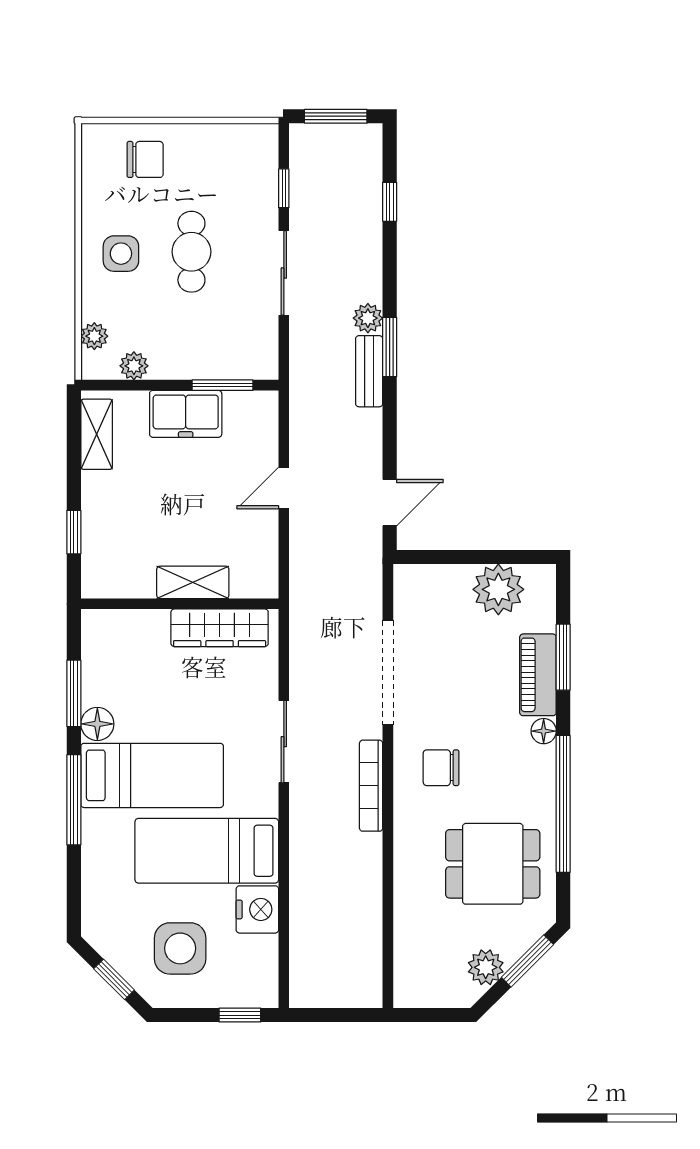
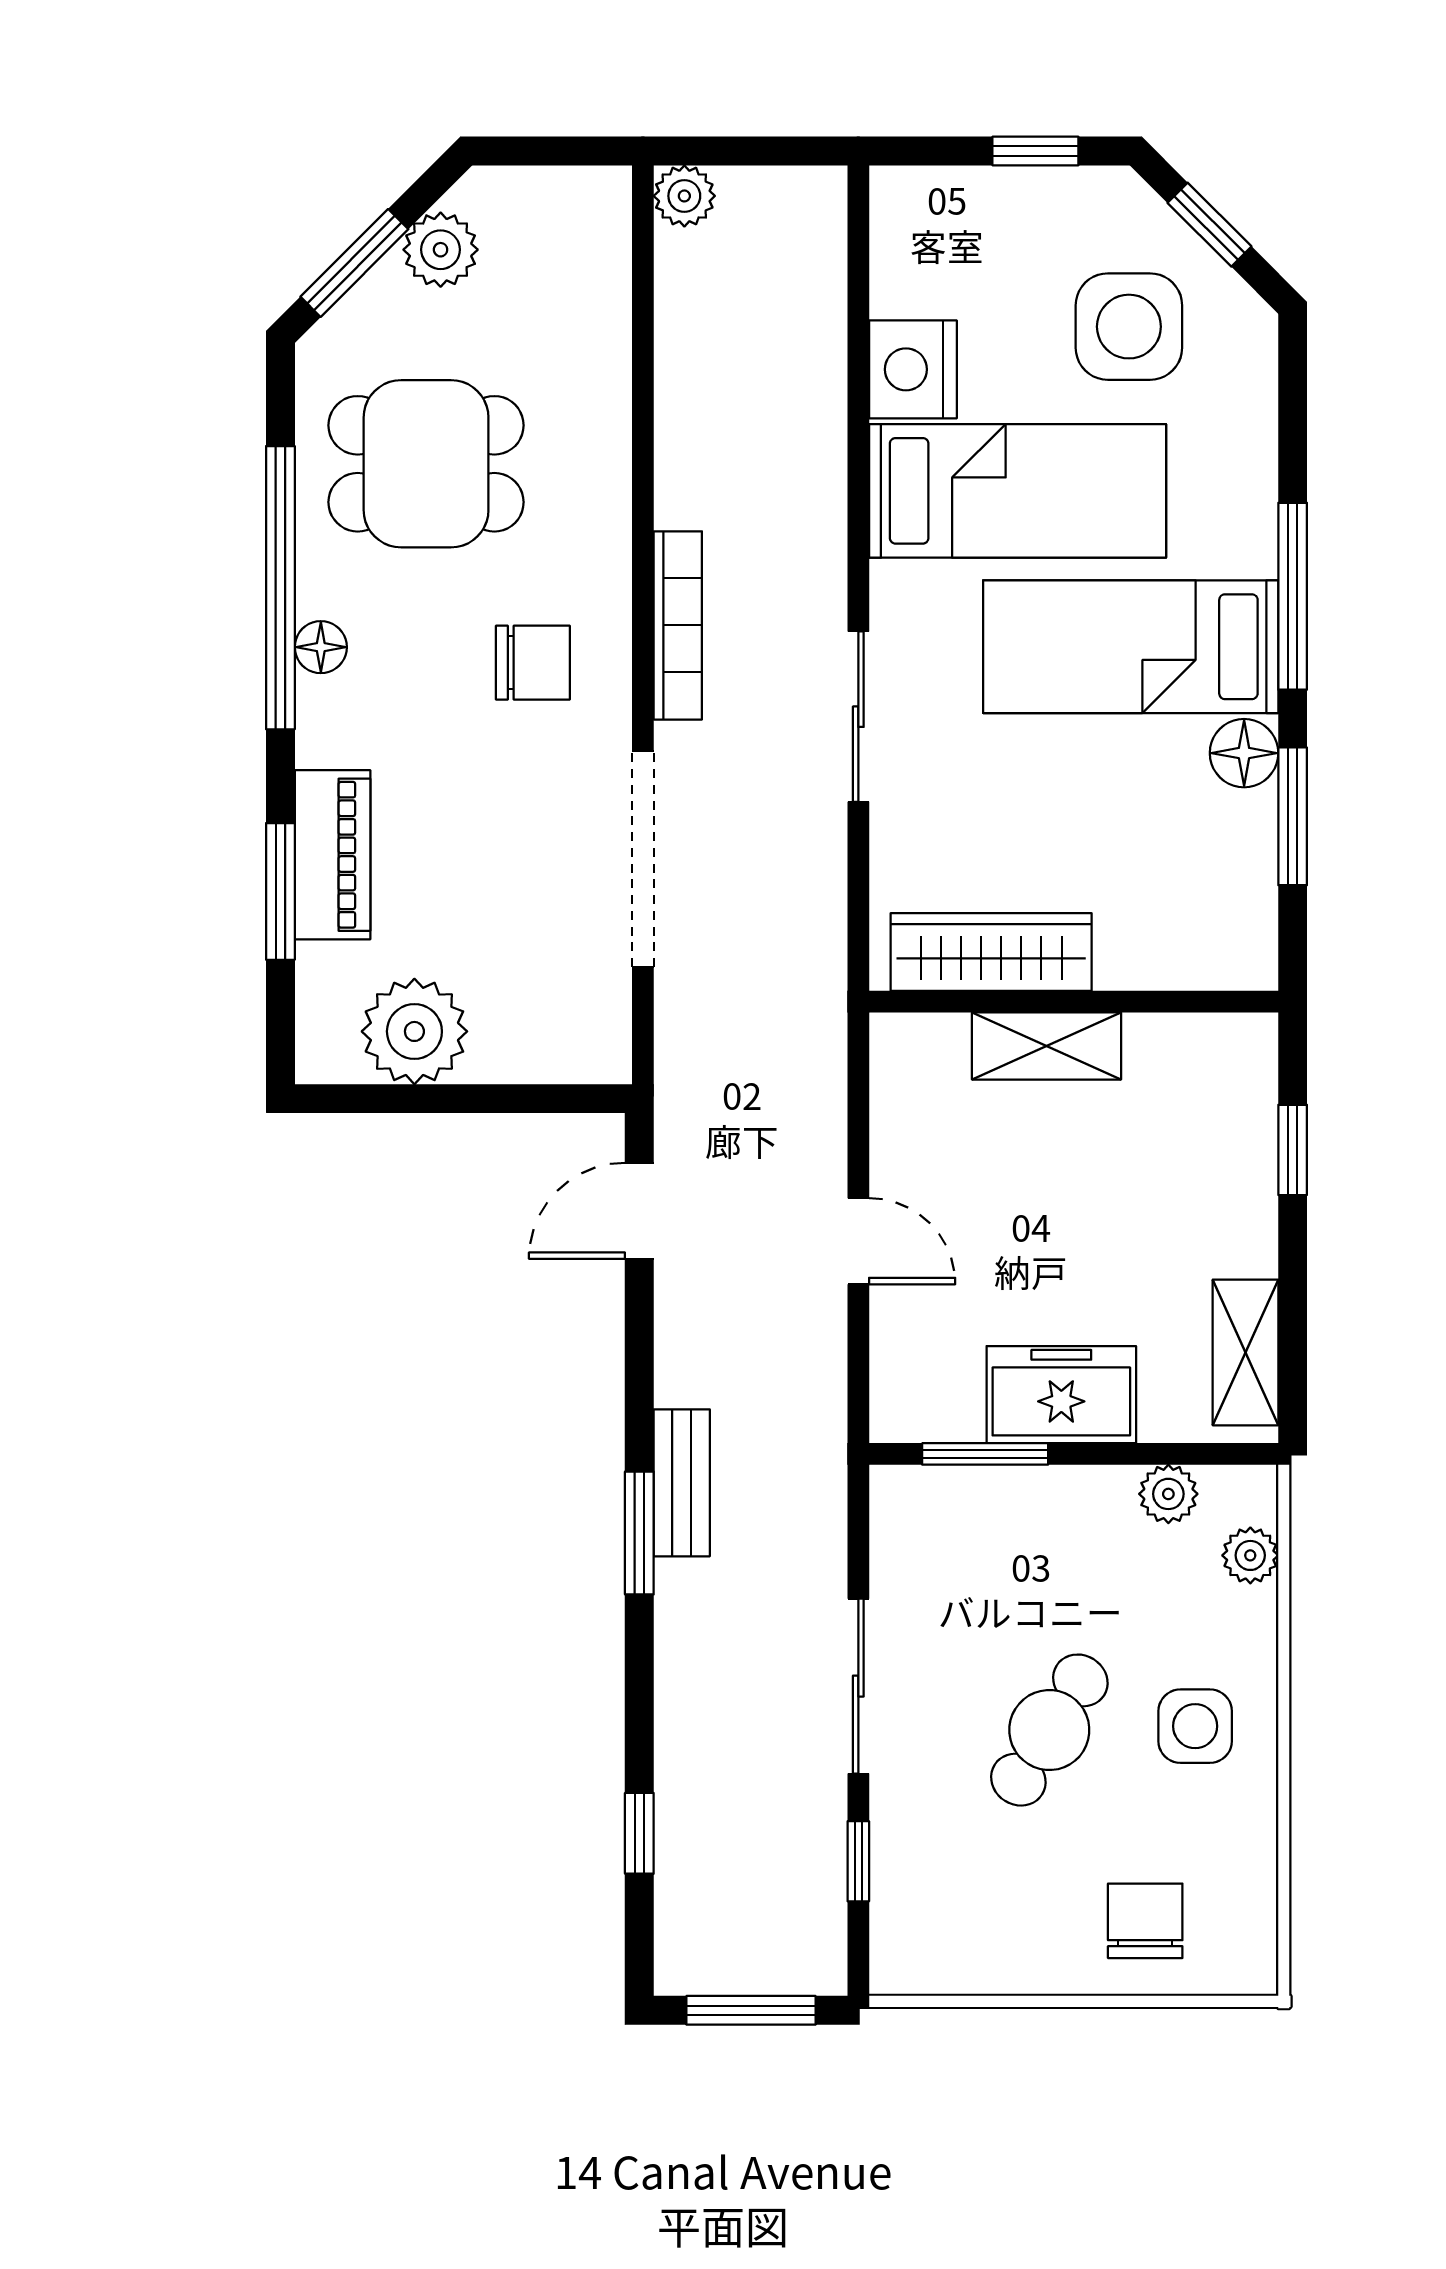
chair: (145, 159) -> (1145, 1921), turned 90
cafe table: (191, 252) -> (1049, 1730), turned 32
plant: (368, 318) -> (684, 196), moved
door: (284, 488) -> (858, 1241), hinge flipped
floor lamp: (544, 731) -> (321, 647), moved
side table: (180, 948) -> (1129, 327), moved
window: (240, 1015) -> (1035, 151), moved

